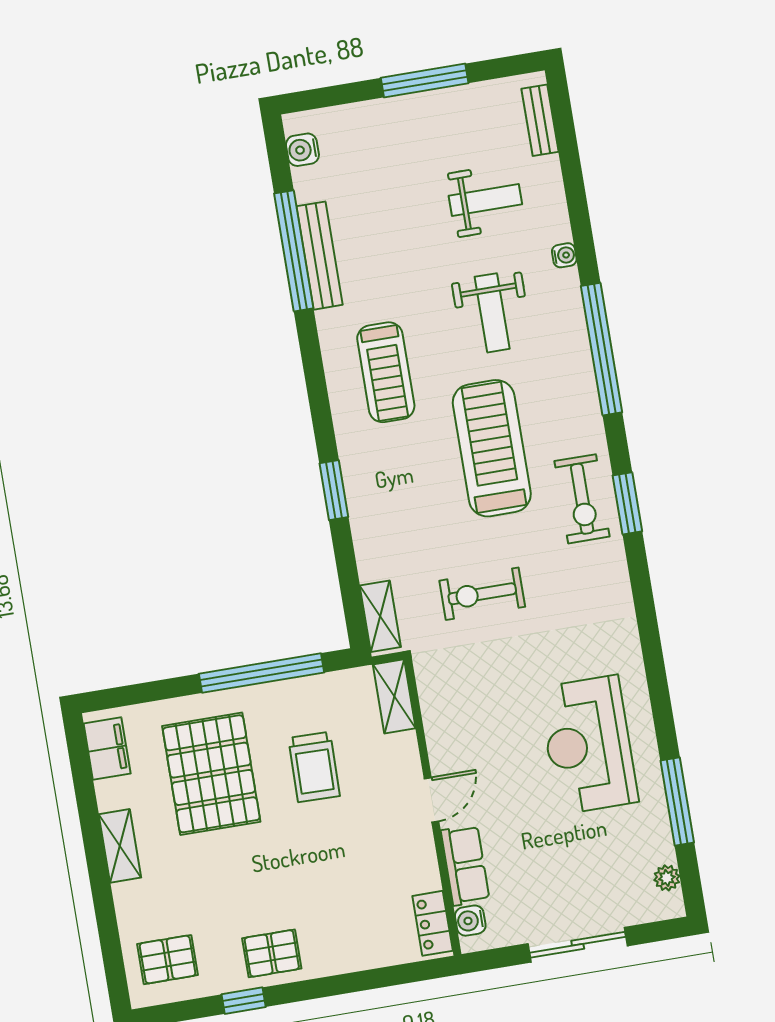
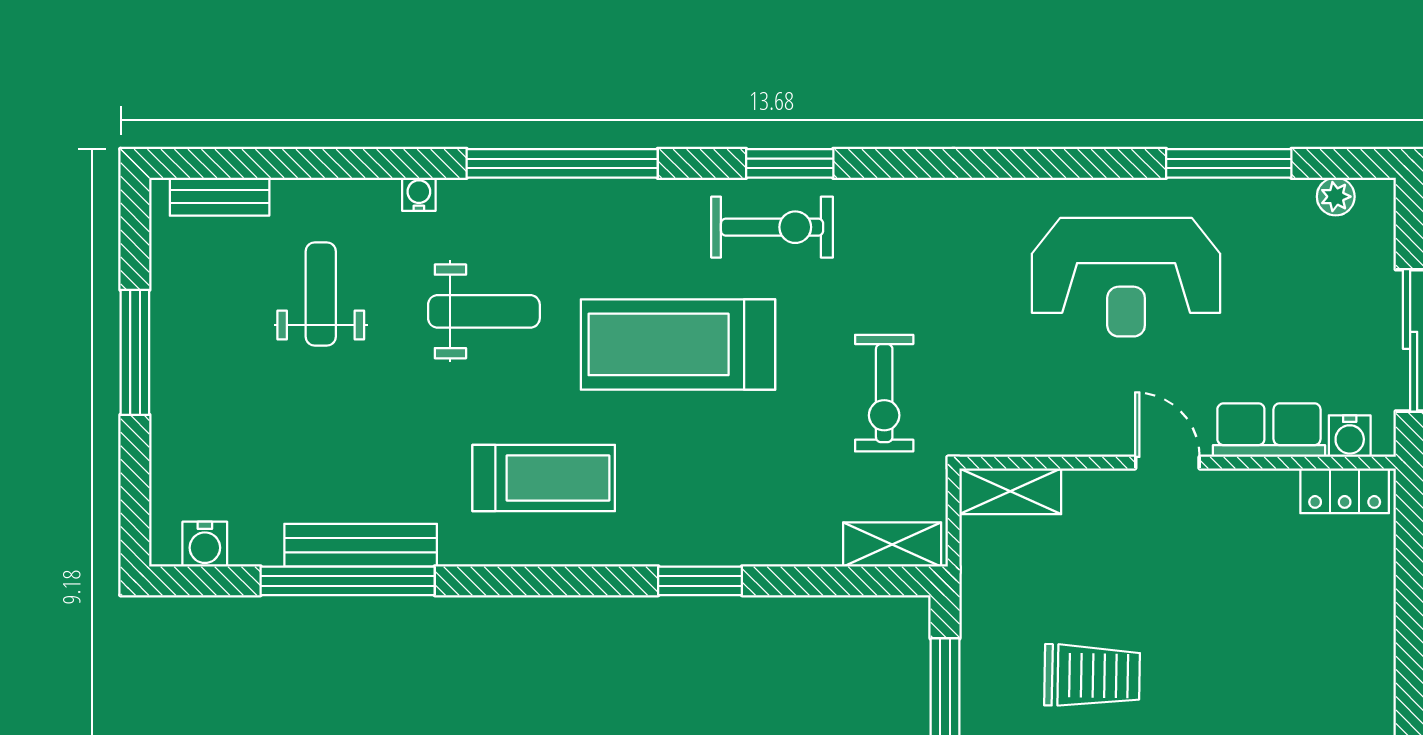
shelving: (394, 696) -> (1010, 491), moved
door: (432, 800) -> (1167, 463), moved
wall: (433, 807) -> (1178, 463), moved
row of seats: (465, 865) -> (1269, 430), moved
water cooler: (470, 921) -> (1350, 436), moved
locker: (433, 923) -> (1345, 491), moved

